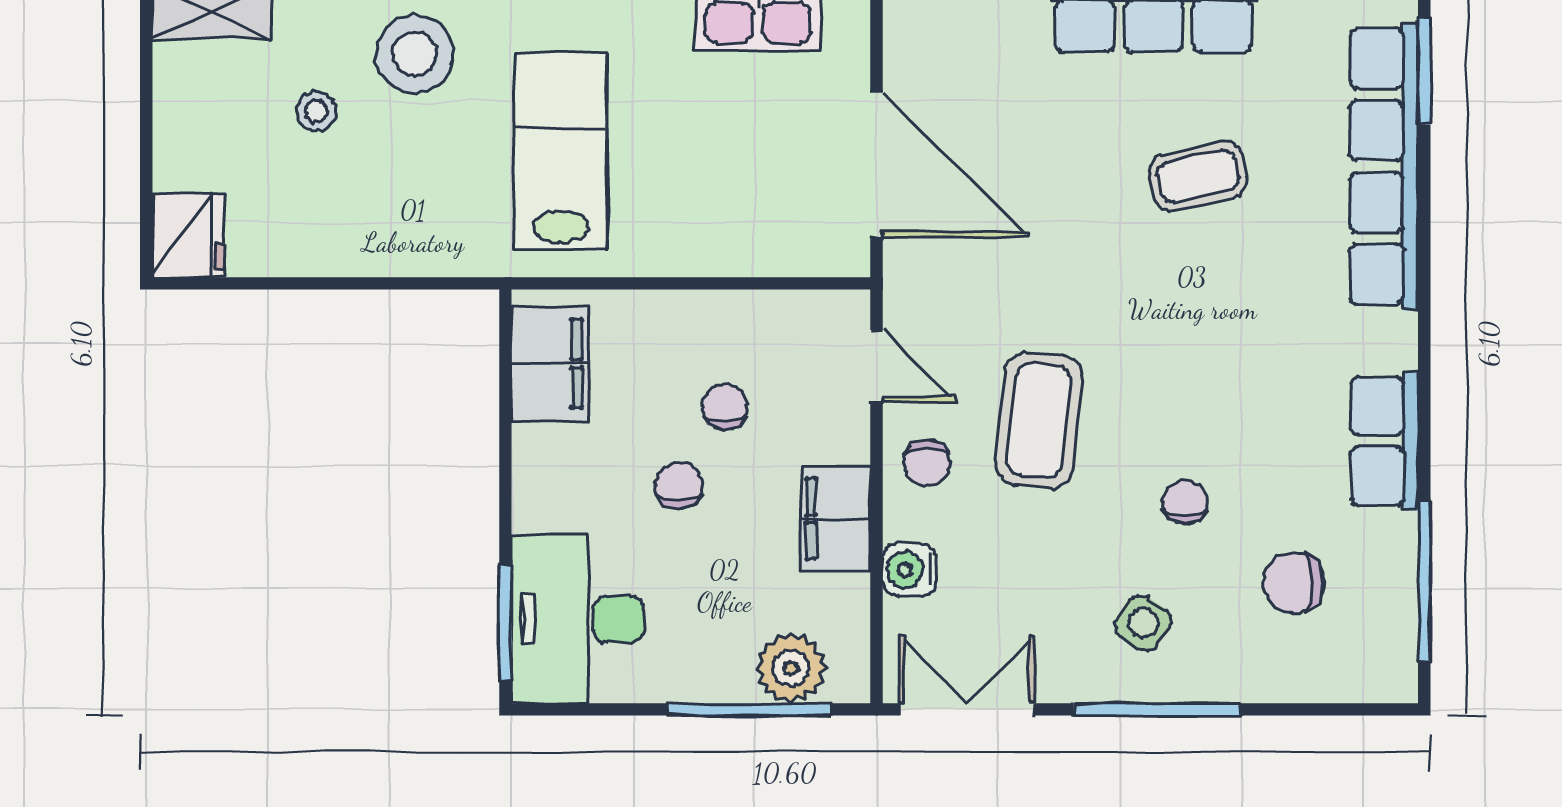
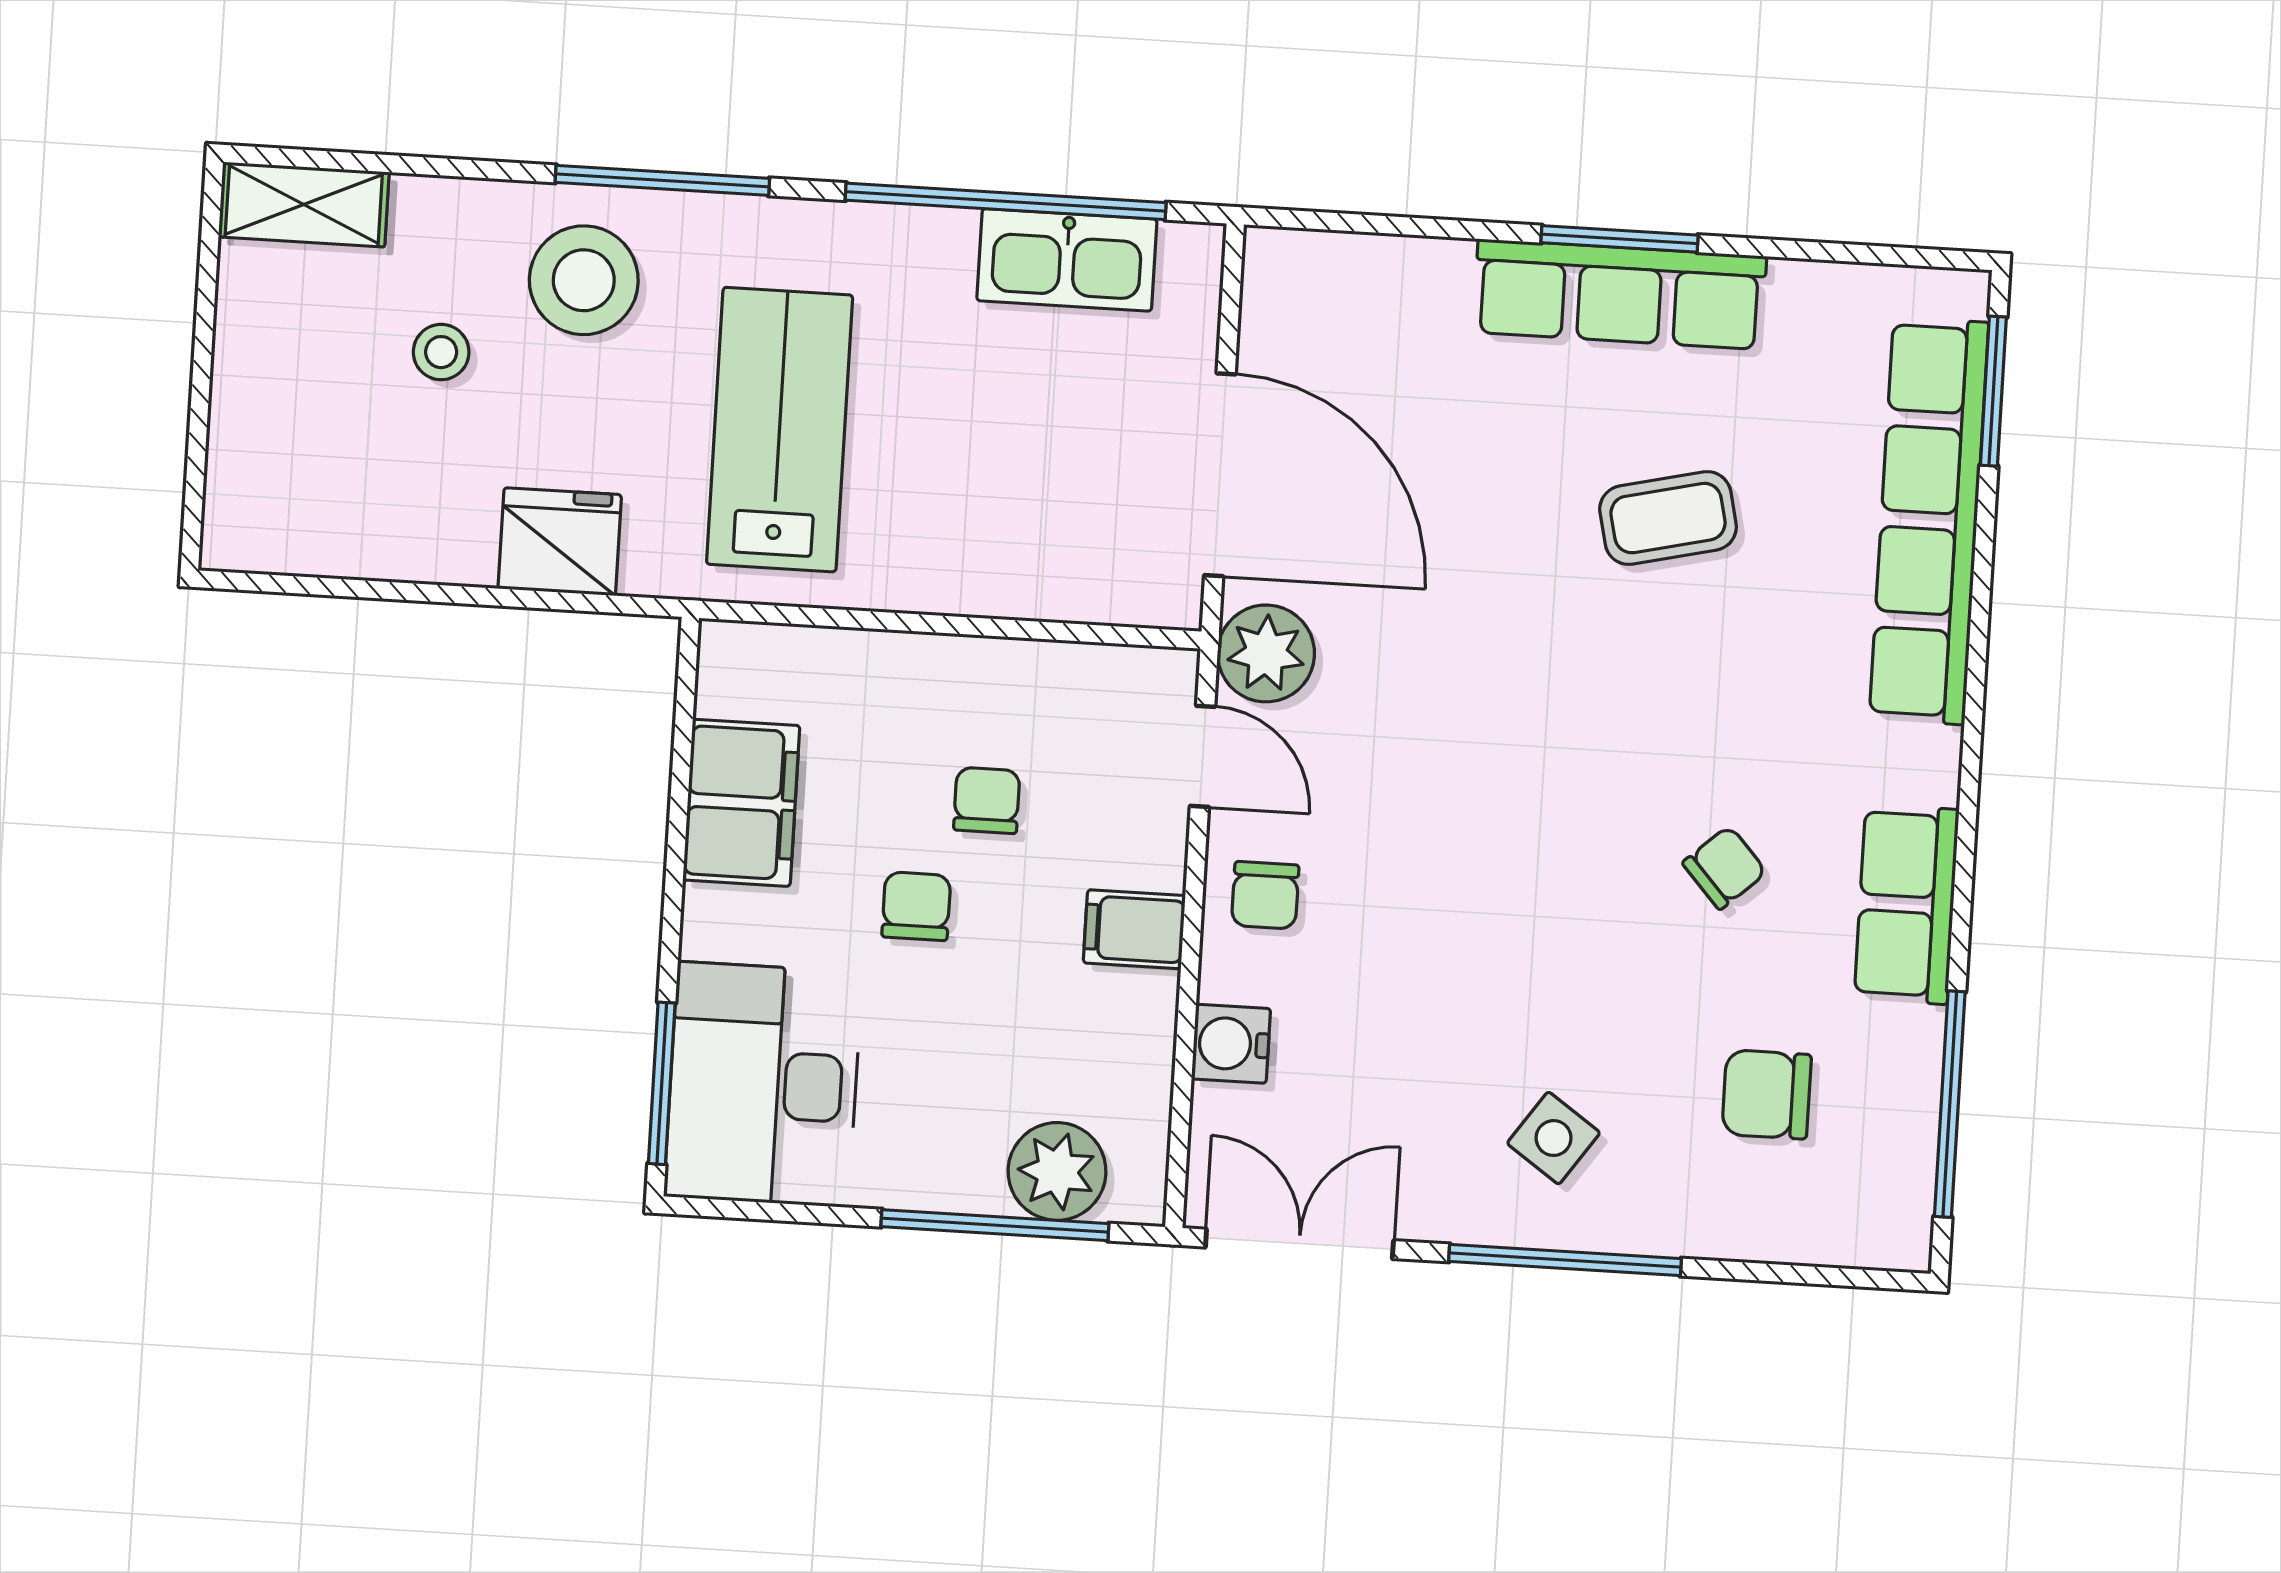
fridge: (189, 235) -> (560, 542), moved, turned -90
plant: (917, 290) -> (1266, 653), added
filing cabinet: (550, 364) -> (741, 803), moved
coffee table: (1039, 420) -> (1425, 846), removed
chair: (1185, 502) -> (1725, 868), moved, turned 48
filing cabinet: (835, 519) -> (1134, 929), width x0.50

